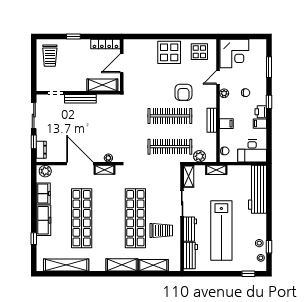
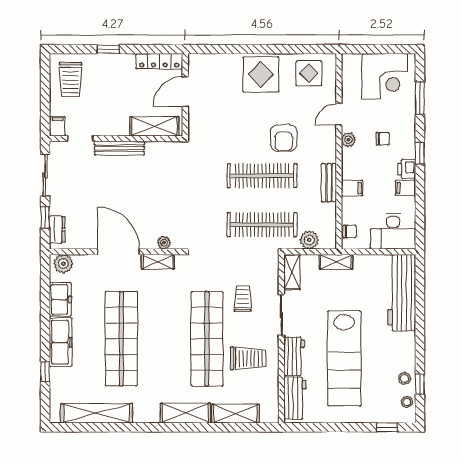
corner desk: (234, 53) -> (385, 76), moved
filing cabinet: (42, 85) -> (58, 126), added
trolley: (158, 193) -> (243, 299), added

